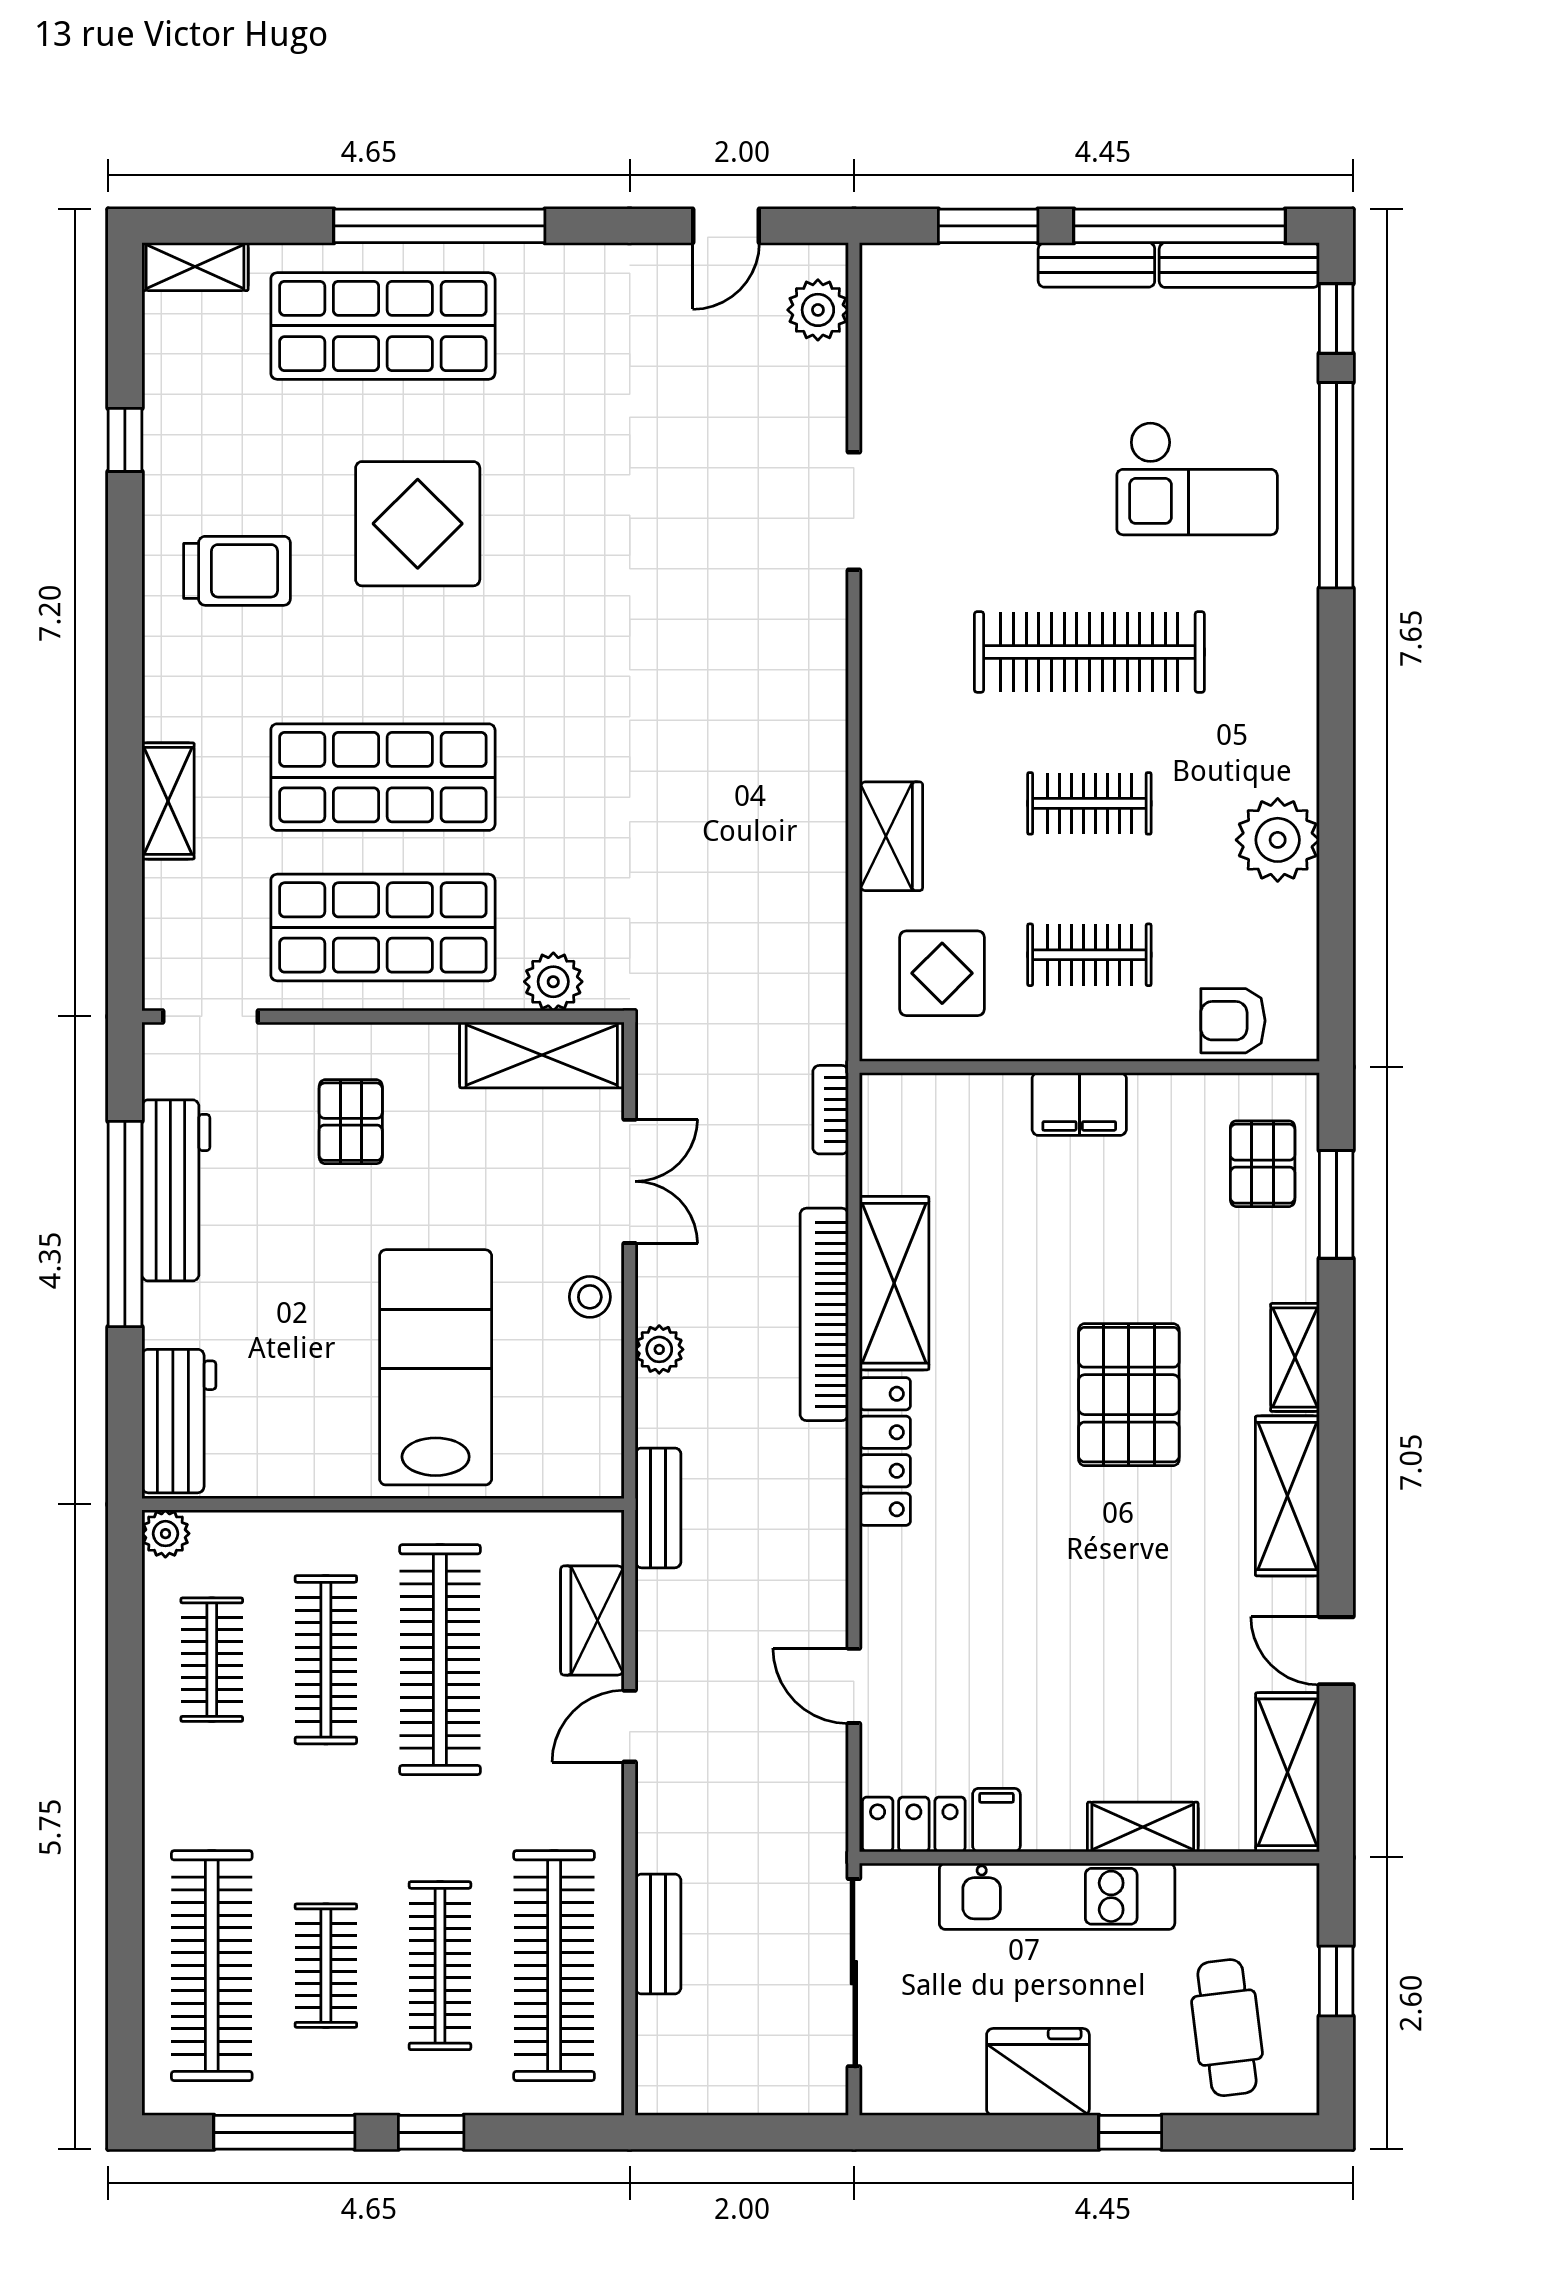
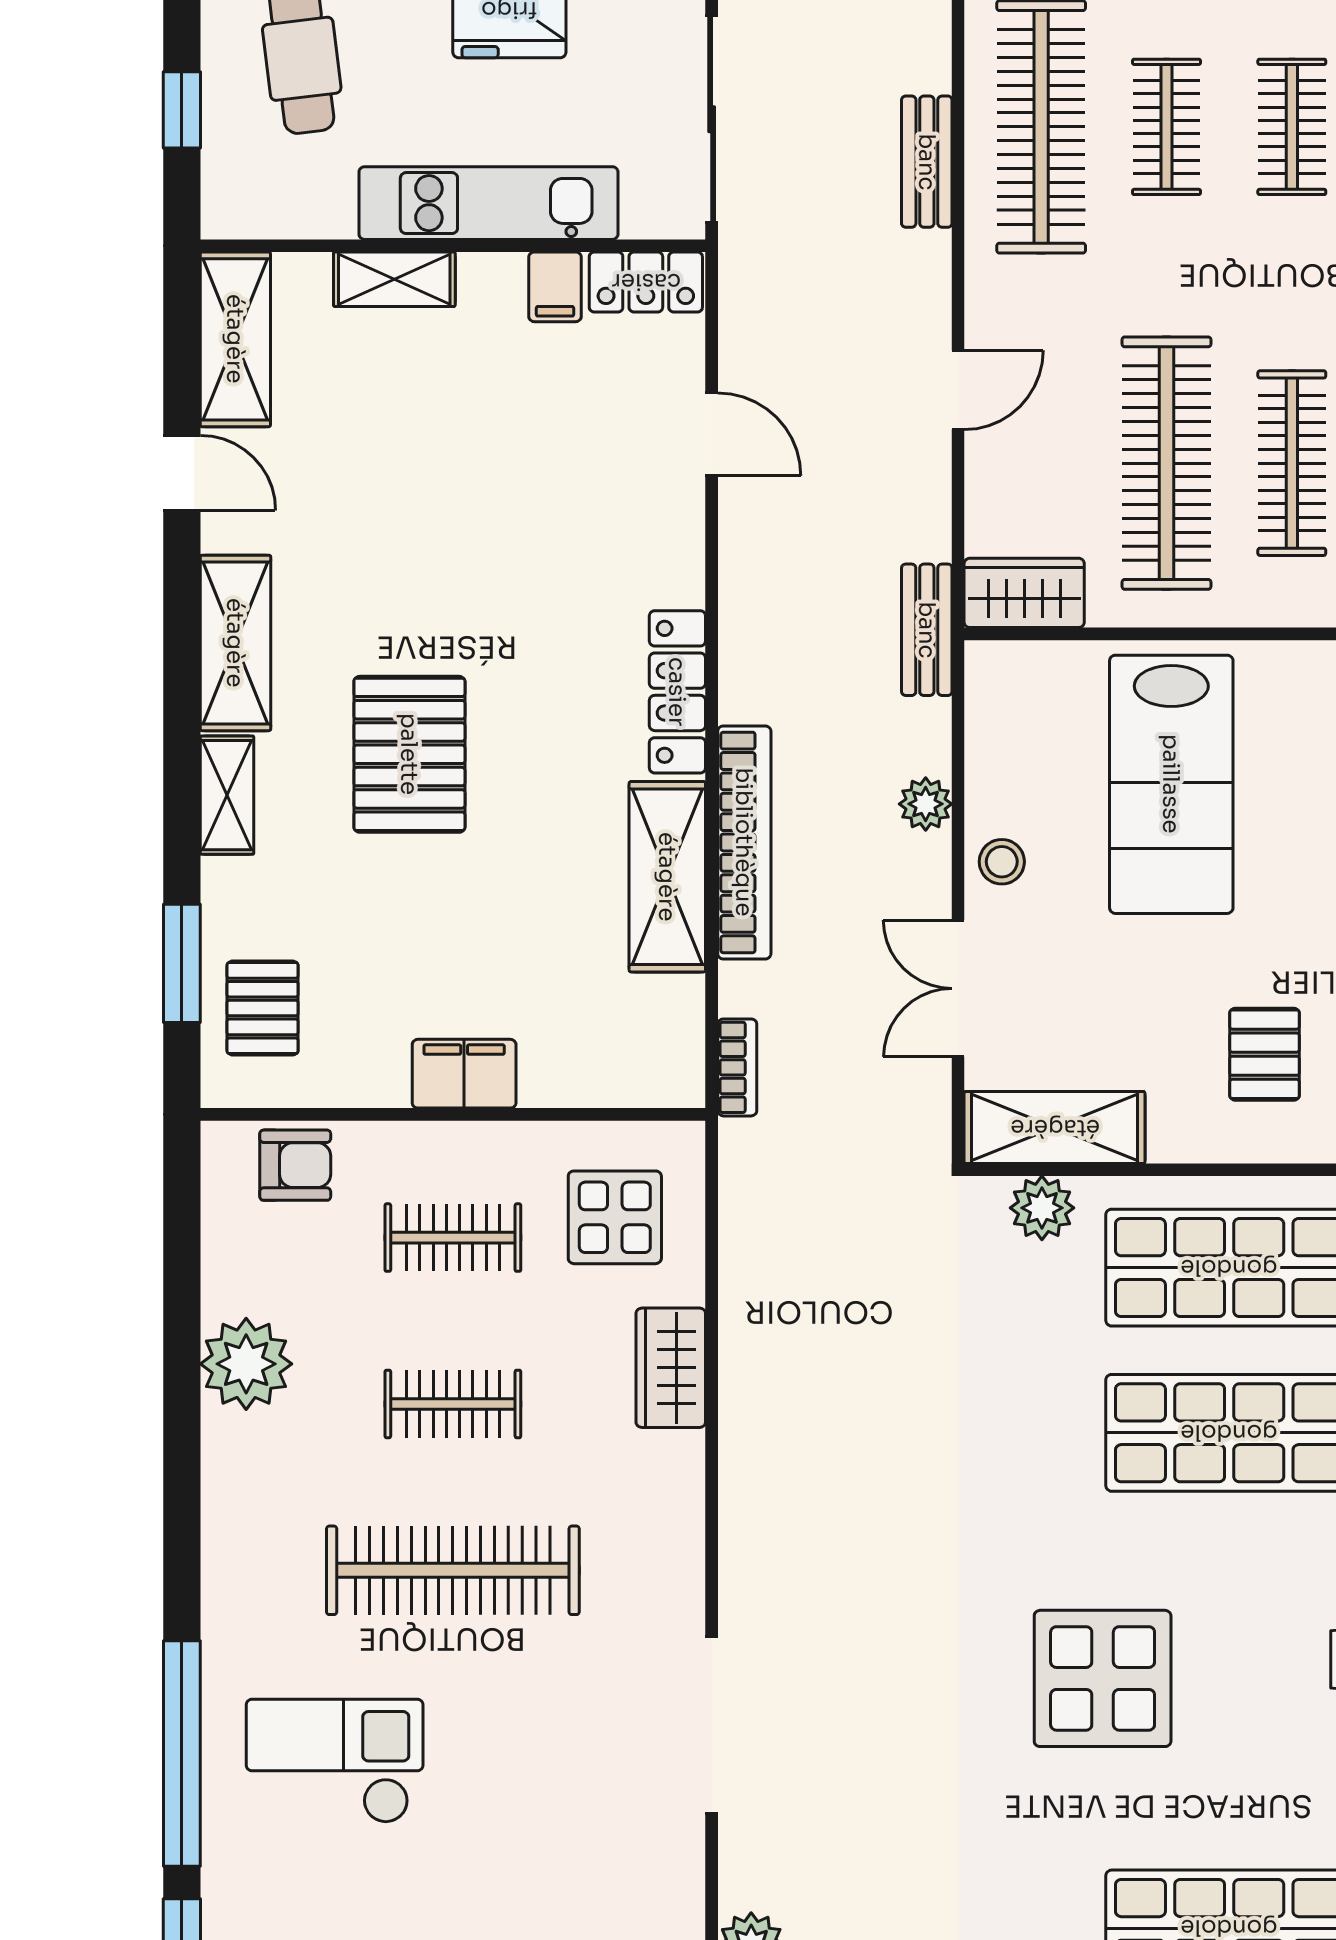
doorway: (854, 511) -> (712, 1725), width x1.36
display table: (418, 524) -> (1103, 1678), moved
wardrobe: (592, 1620) -> (1024, 593), moved, turned -90
clothes rail: (440, 1966) -> (1166, 127), width x0.73

